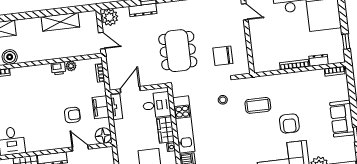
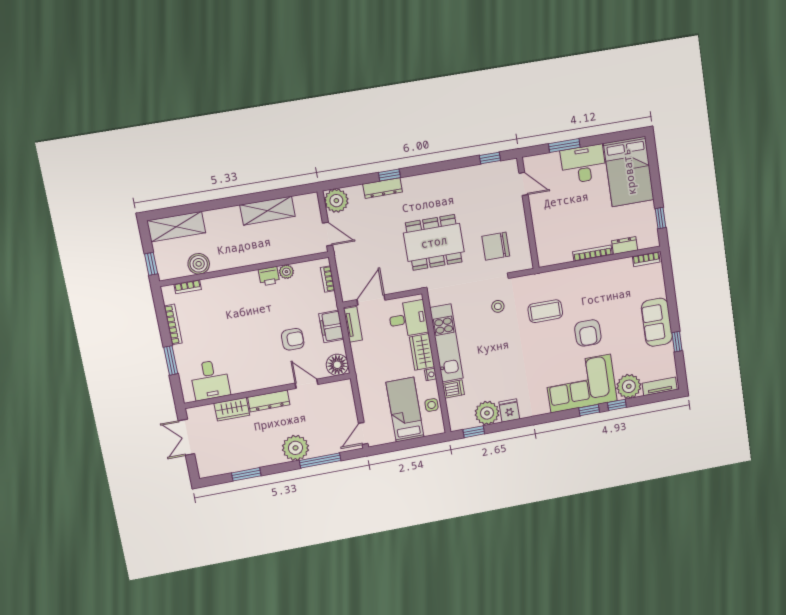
dining table: (178, 51) -> (434, 242), turned 90

